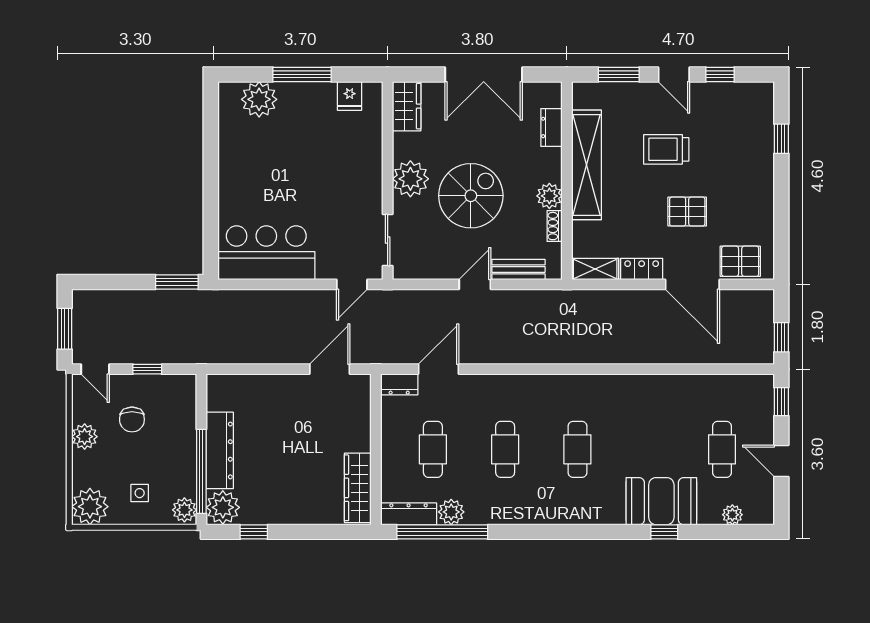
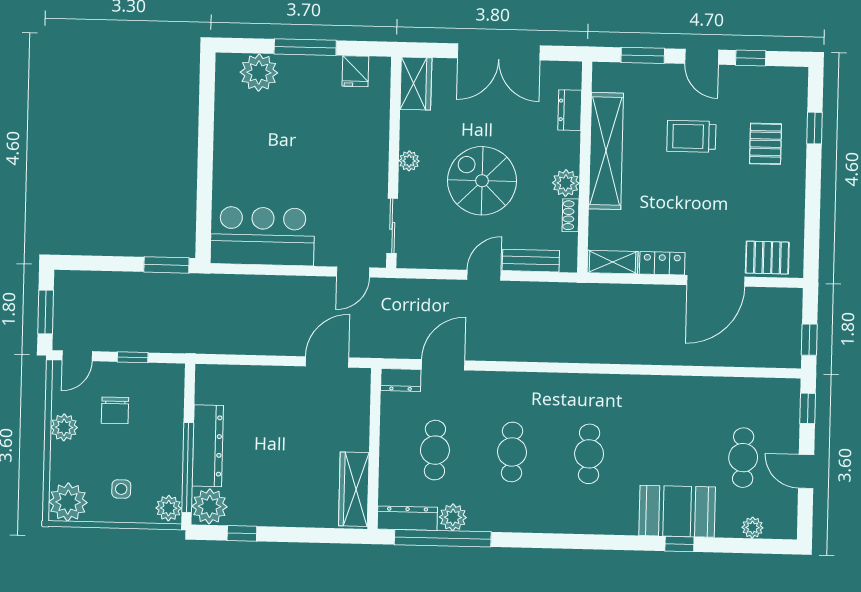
plant: (410, 179) -> (409, 161), width x0.53, depth x0.53
spiral stairs: (471, 196) -> (482, 181), turned -90
pallet: (687, 212) -> (766, 144), moved, turned 90
door: (692, 284) -> (716, 281), hinge flipped
door: (95, 369) -> (77, 356), hinge flipped

